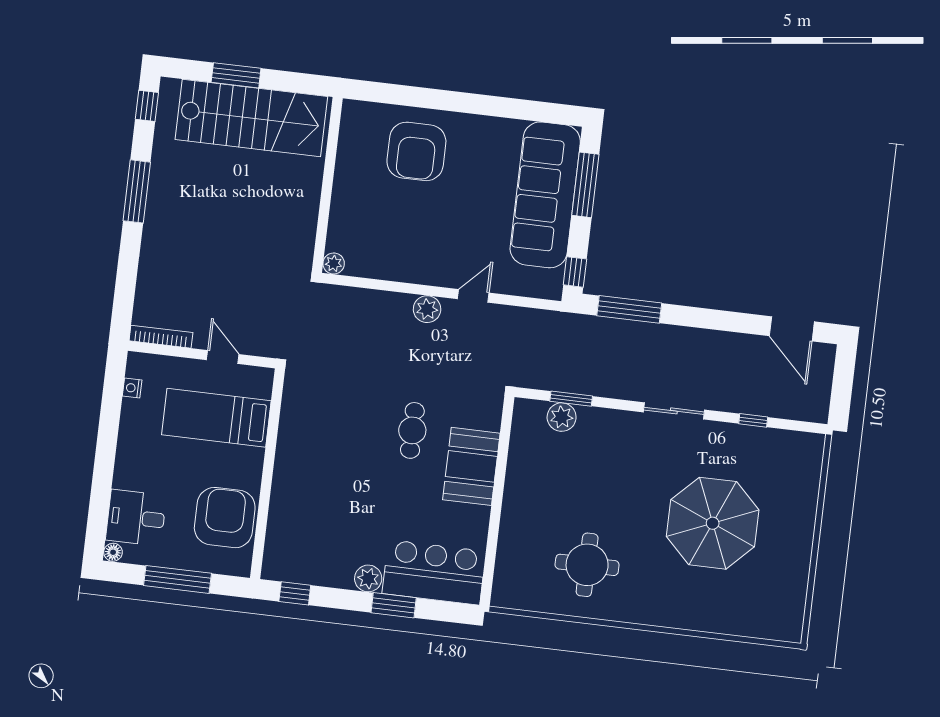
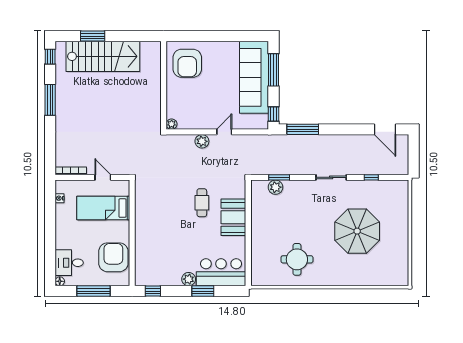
wall: (327, 185) -> (164, 85), moved
plant: (334, 264) -> (172, 124), moved

